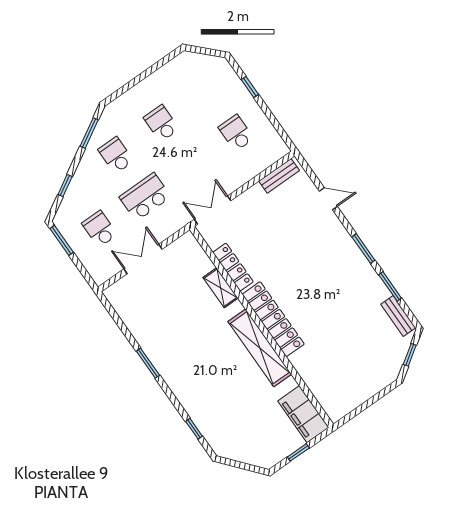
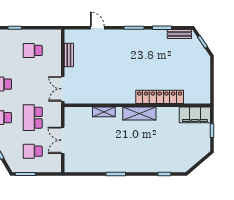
bench: (279, 176) -> (69, 55), moved
door: (328, 199) -> (97, 28), hinge flipped
locker: (233, 267) -> (98, 99), removed
locker: (273, 319) -> (160, 97), moved
shelving: (260, 348) -> (139, 113), width x0.68

